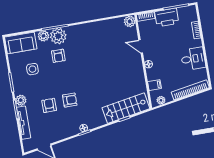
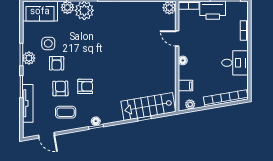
armchair: (58, 56) -> (57, 63), moved
plant: (21, 100) -> (29, 58), moved
coffee table: (57, 125) -> (66, 112), added

